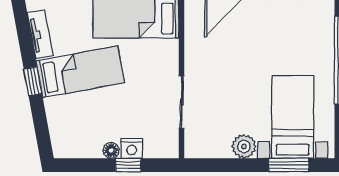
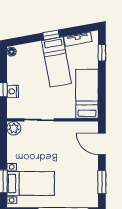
plant: (244, 146) -> (14, 128), moved
floor lamp: (111, 150) -> (12, 52), moved

